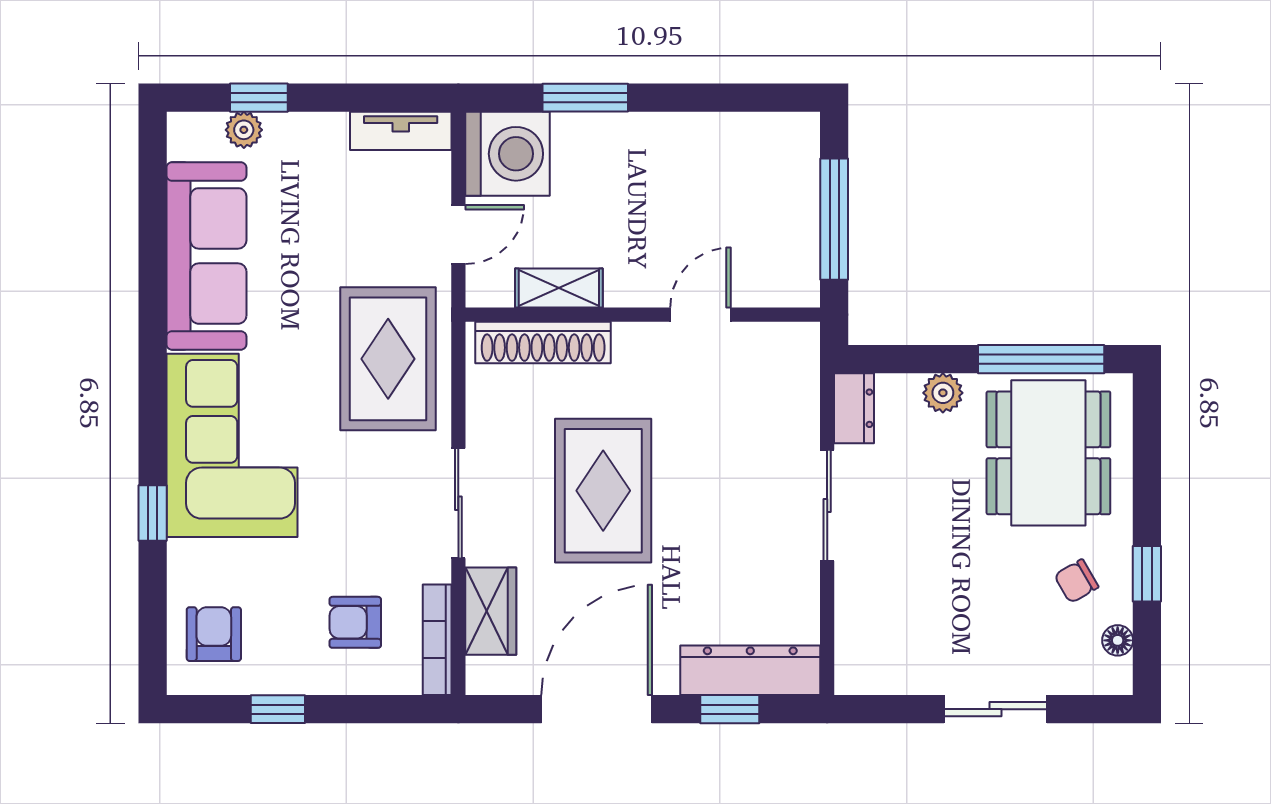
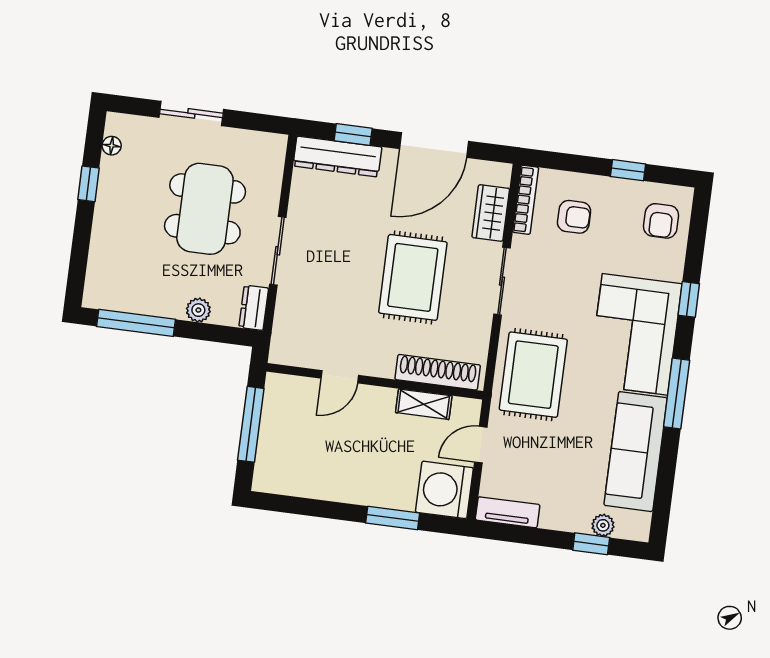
window: (153, 358) -> (677, 394), added
dining table: (1048, 453) -> (205, 209), moved
chair: (1076, 581) -> (132, 185), removed

